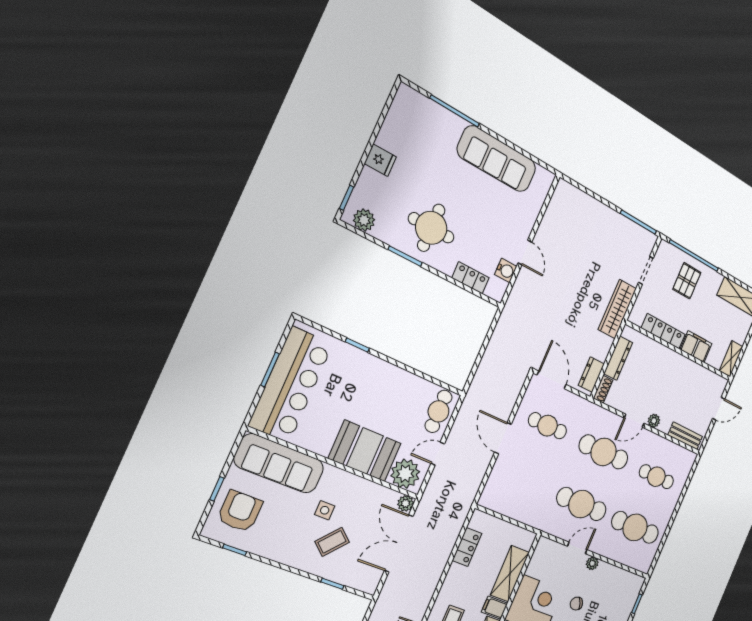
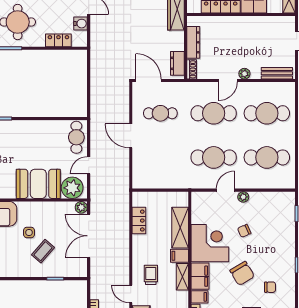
cafe table: (656, 477) -> (267, 113), width x1.37, depth x1.35

